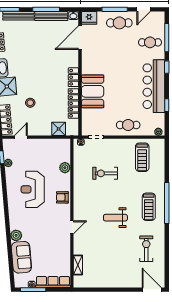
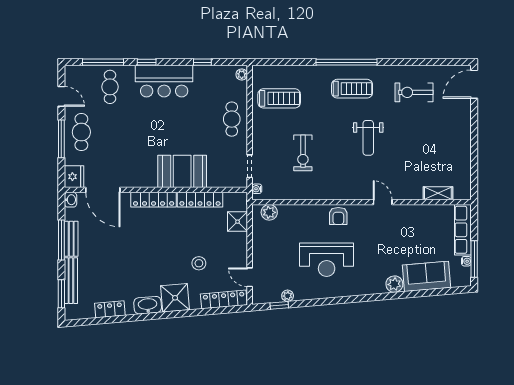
bench: (51, 16) -> (71, 239), width x0.73
locker: (73, 77) -> (154, 200), width x1.53
bar counter: (154, 86) -> (164, 81), width x0.73
plant: (65, 168) -> (269, 212), moved

